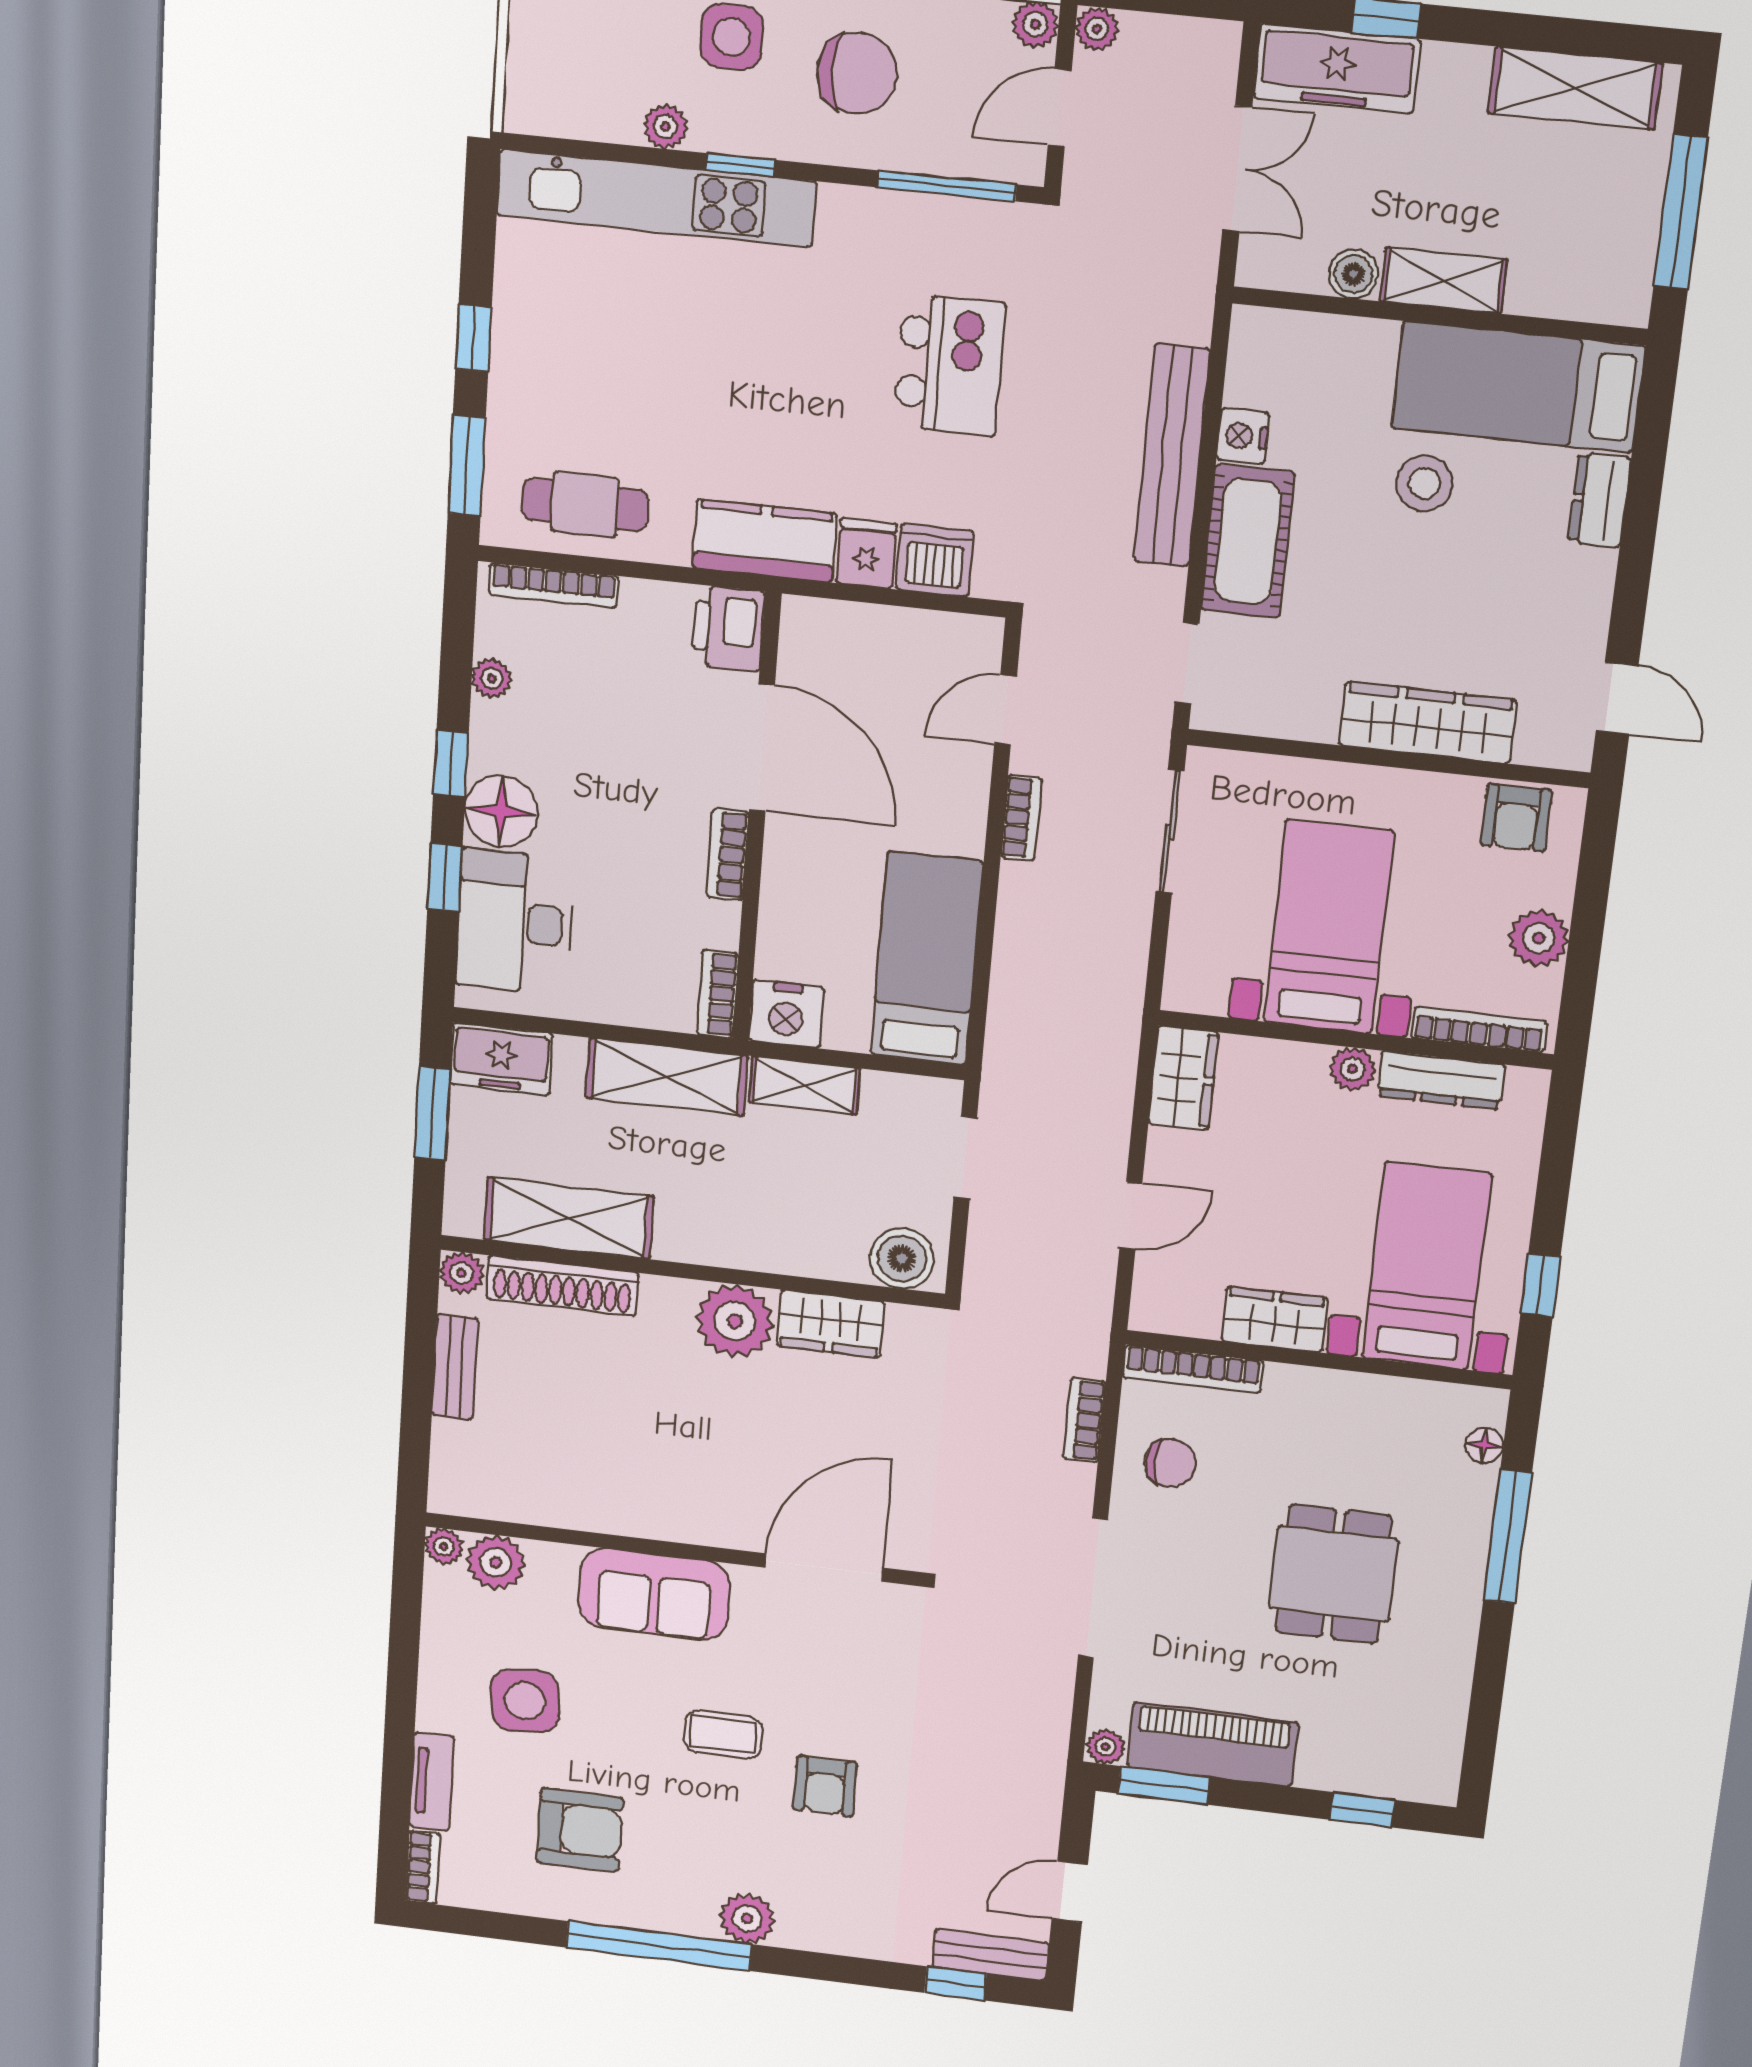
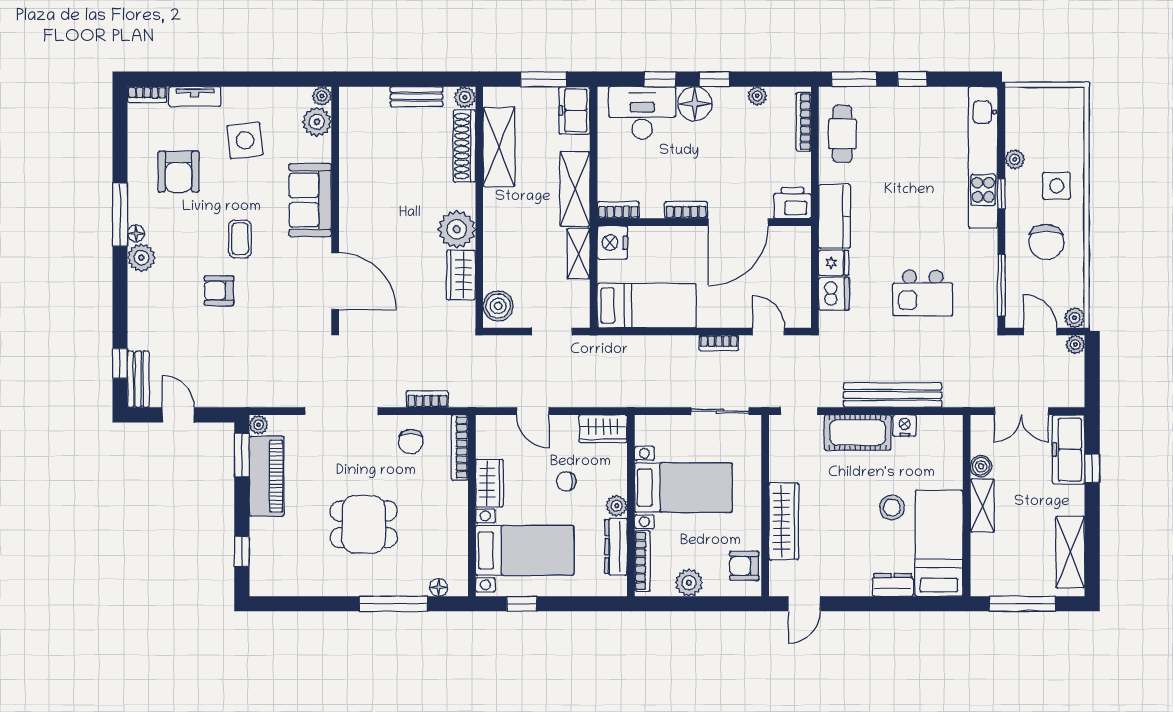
chair: (1289, 1166) -> (566, 482), added
floor lamp: (698, 1922) -> (136, 233), added
window: (659, 1946) -> (120, 215), width x0.68

